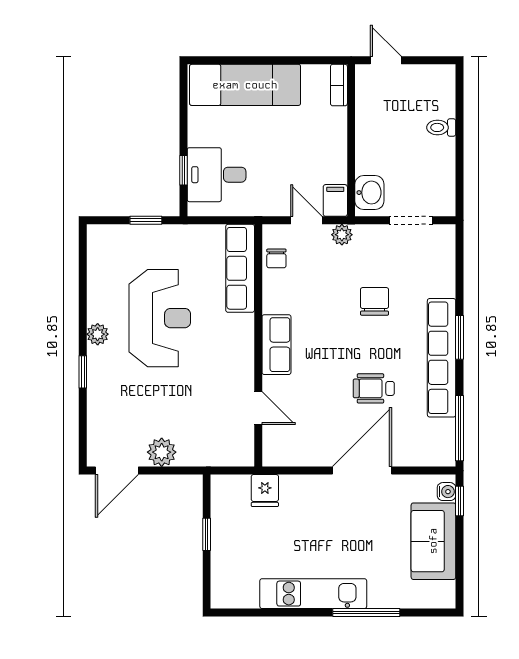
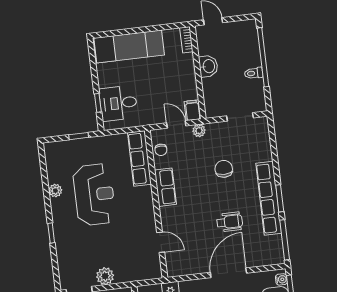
toilet: (441, 127) -> (254, 73), moved
window: (459, 128) -> (263, 57), added
washbasin: (369, 193) -> (208, 66), moved
plant: (98, 334) -> (55, 191), moved
window: (459, 337) -> (280, 198), moved
row of seats: (276, 345) -> (165, 187), moved
wheelchair: (374, 388) -> (230, 222), turned 180

